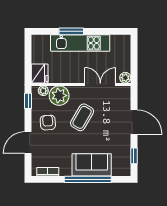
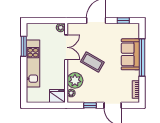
window: (71, 31) -> (24, 46), moved
double door: (100, 84) -> (66, 47), swing flipped
window: (28, 101) -> (90, 105), moved
armchair: (48, 123) -> (97, 89), removed

